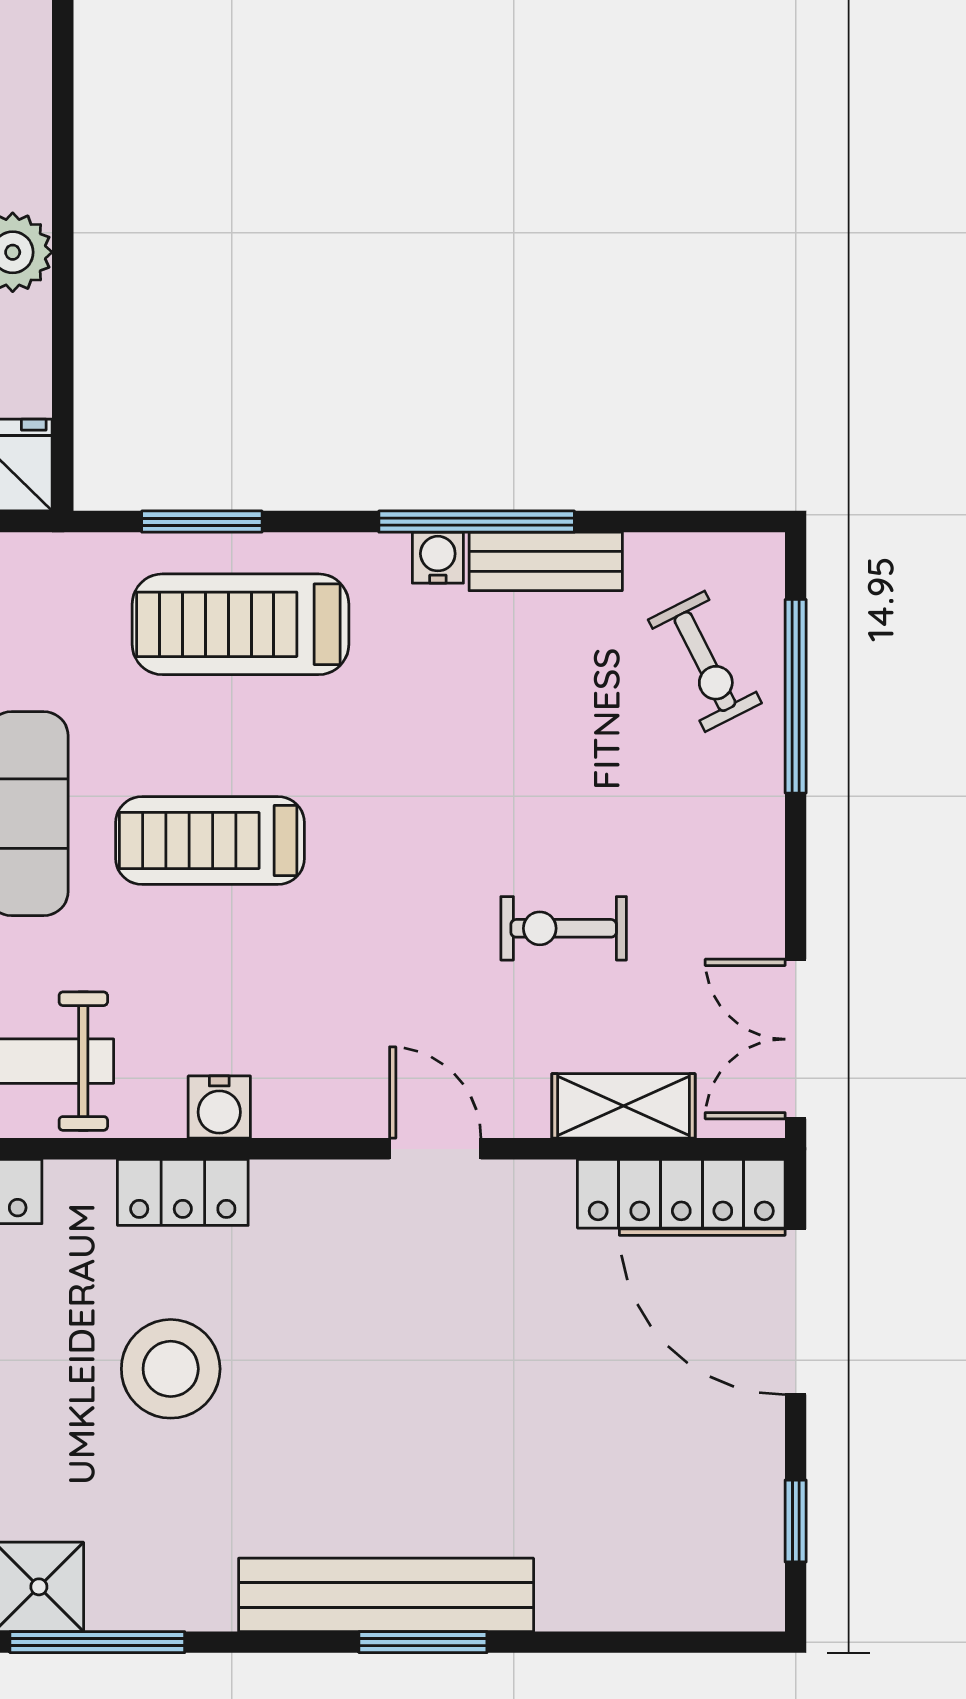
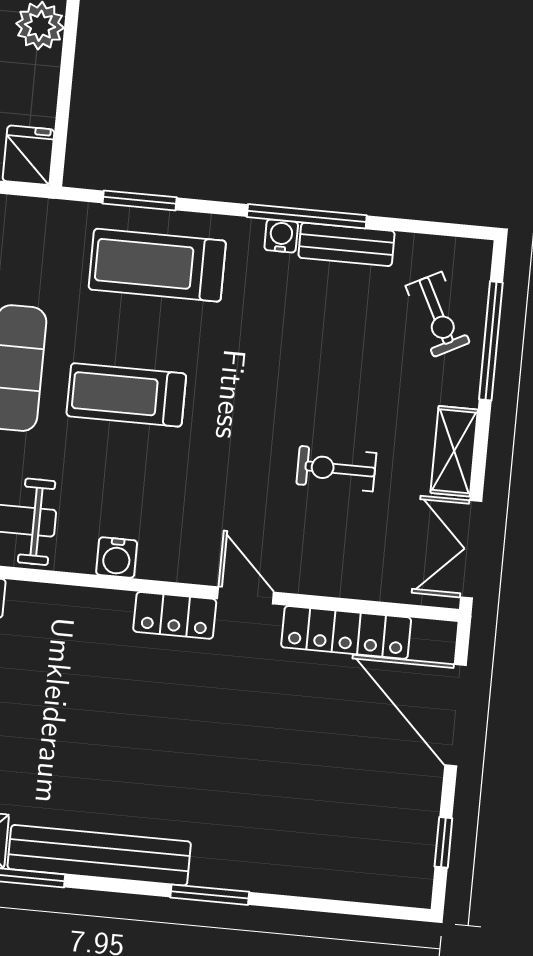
shelving: (623, 1106) -> (454, 451), moved, turned 90
locker: (183, 1192) -> (175, 615), moved
locker: (681, 1194) -> (346, 632), moved
stool: (171, 1369) -> (72, 714), removed
bench: (386, 1595) -> (99, 855), moved

